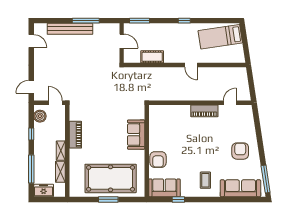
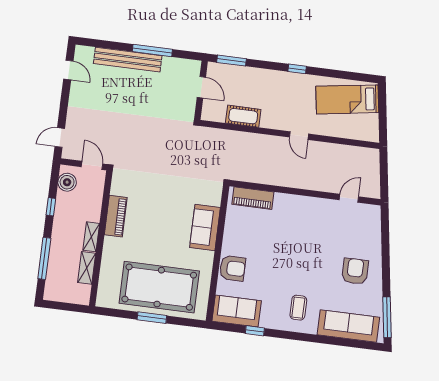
piano: (204, 111) -> (253, 198), moved
armchair: (158, 160) -> (233, 268), turned -90
freezer: (44, 190) -> (58, 292), removed

